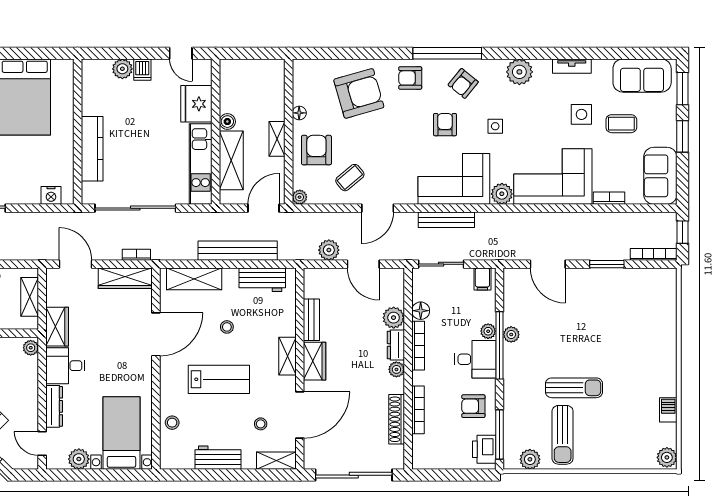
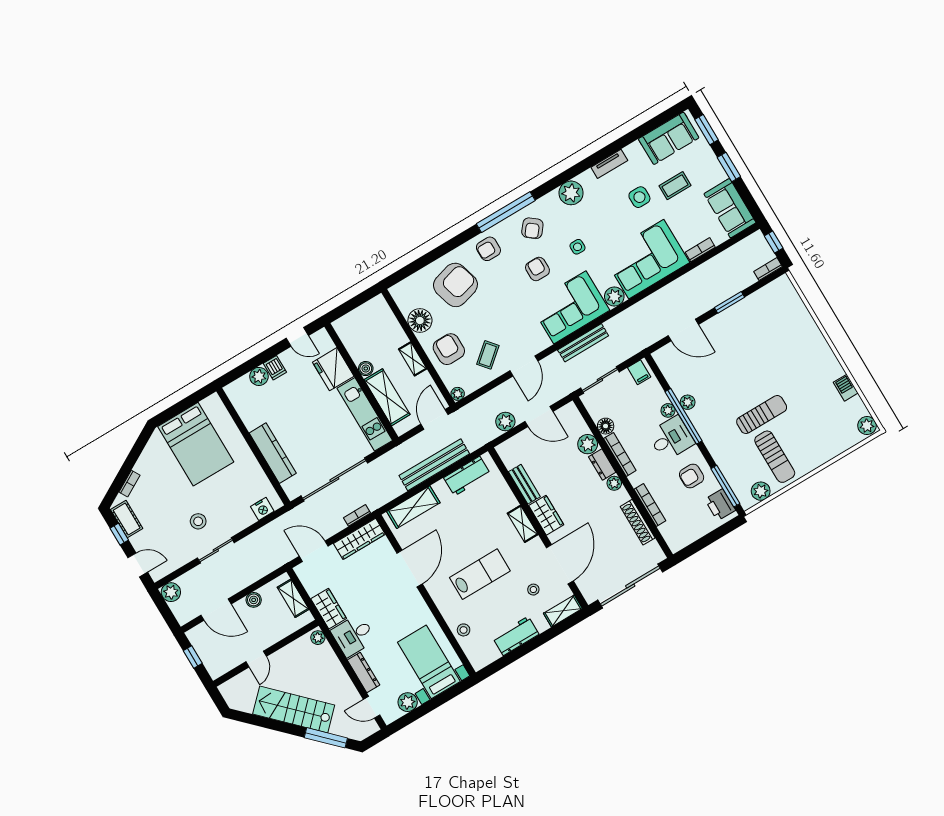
floor lamp: (299, 113) -> (420, 320), width x1.89, depth x1.89
bookcase: (654, 254) -> (768, 269), width x0.64
stool: (227, 327) -> (462, 529), removed

